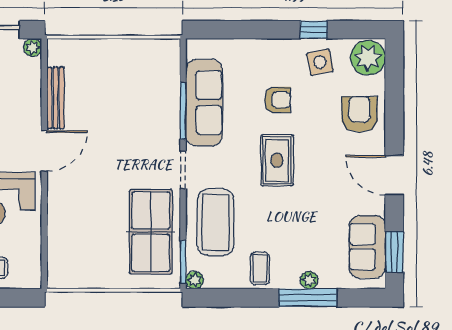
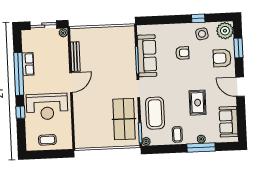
armchair: (360, 114) -> (222, 58), turned -90
rug: (277, 160) -> (198, 103), moved
window: (394, 252) -> (238, 48), moved

